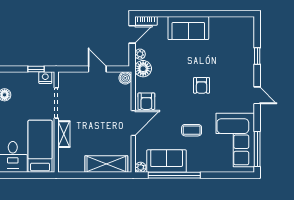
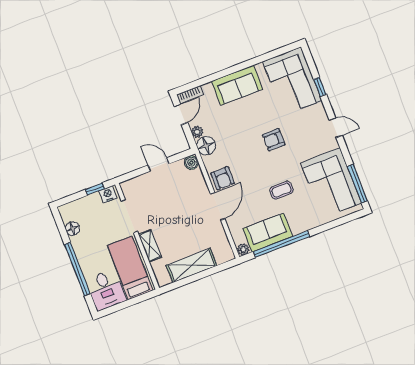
corner sofa: (236, 42) -> (292, 81), added
armchair: (202, 85) -> (274, 140), turned 90
shelving: (106, 164) -> (192, 265), moved

